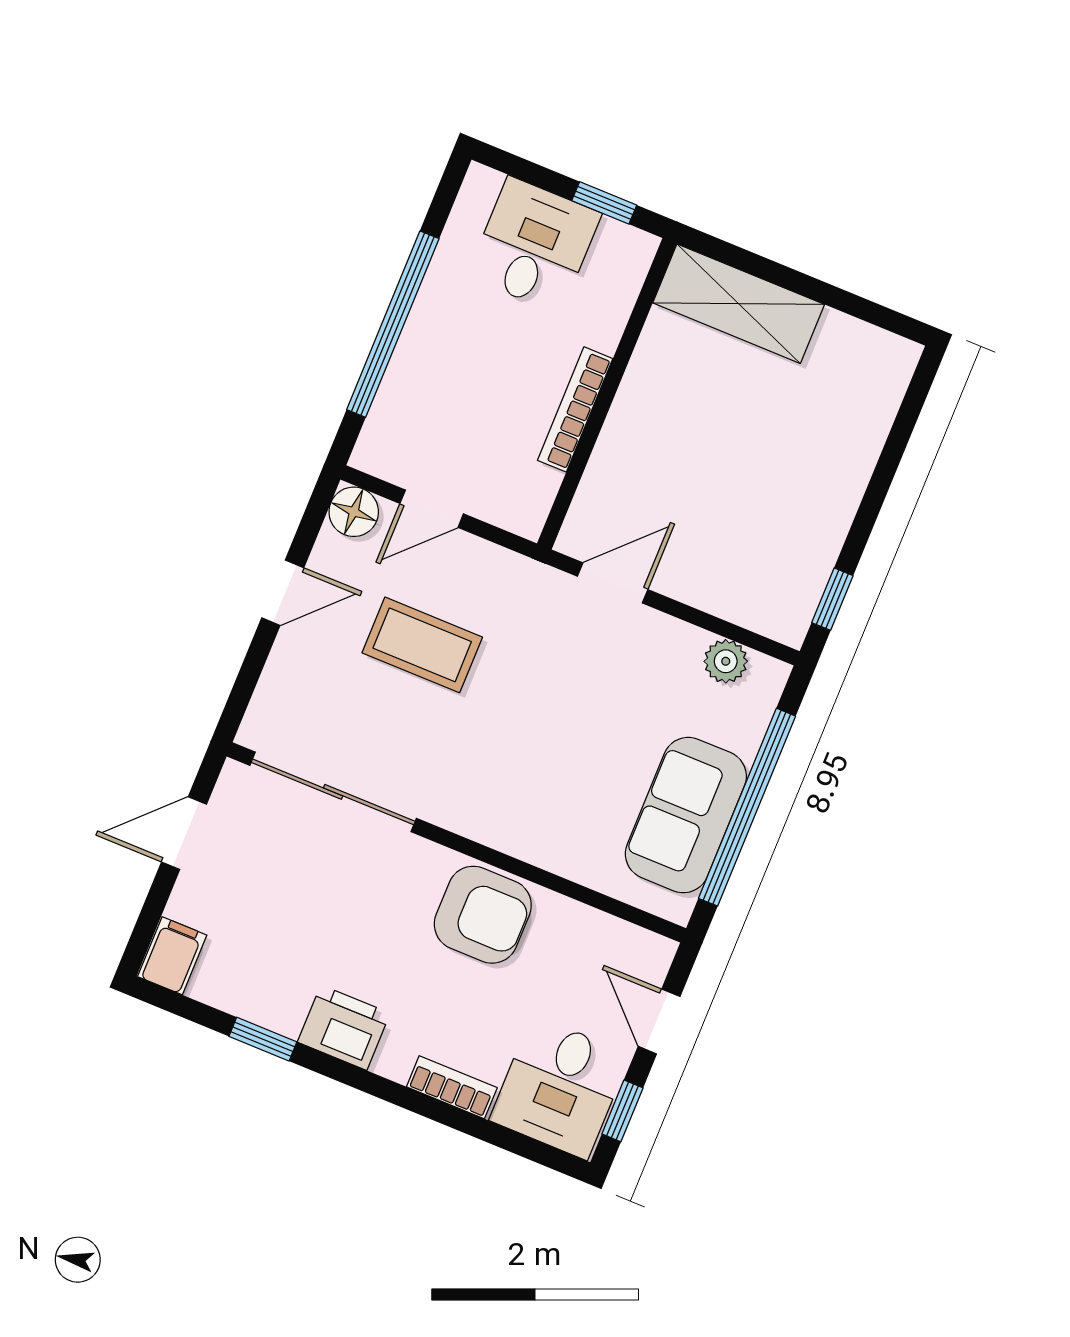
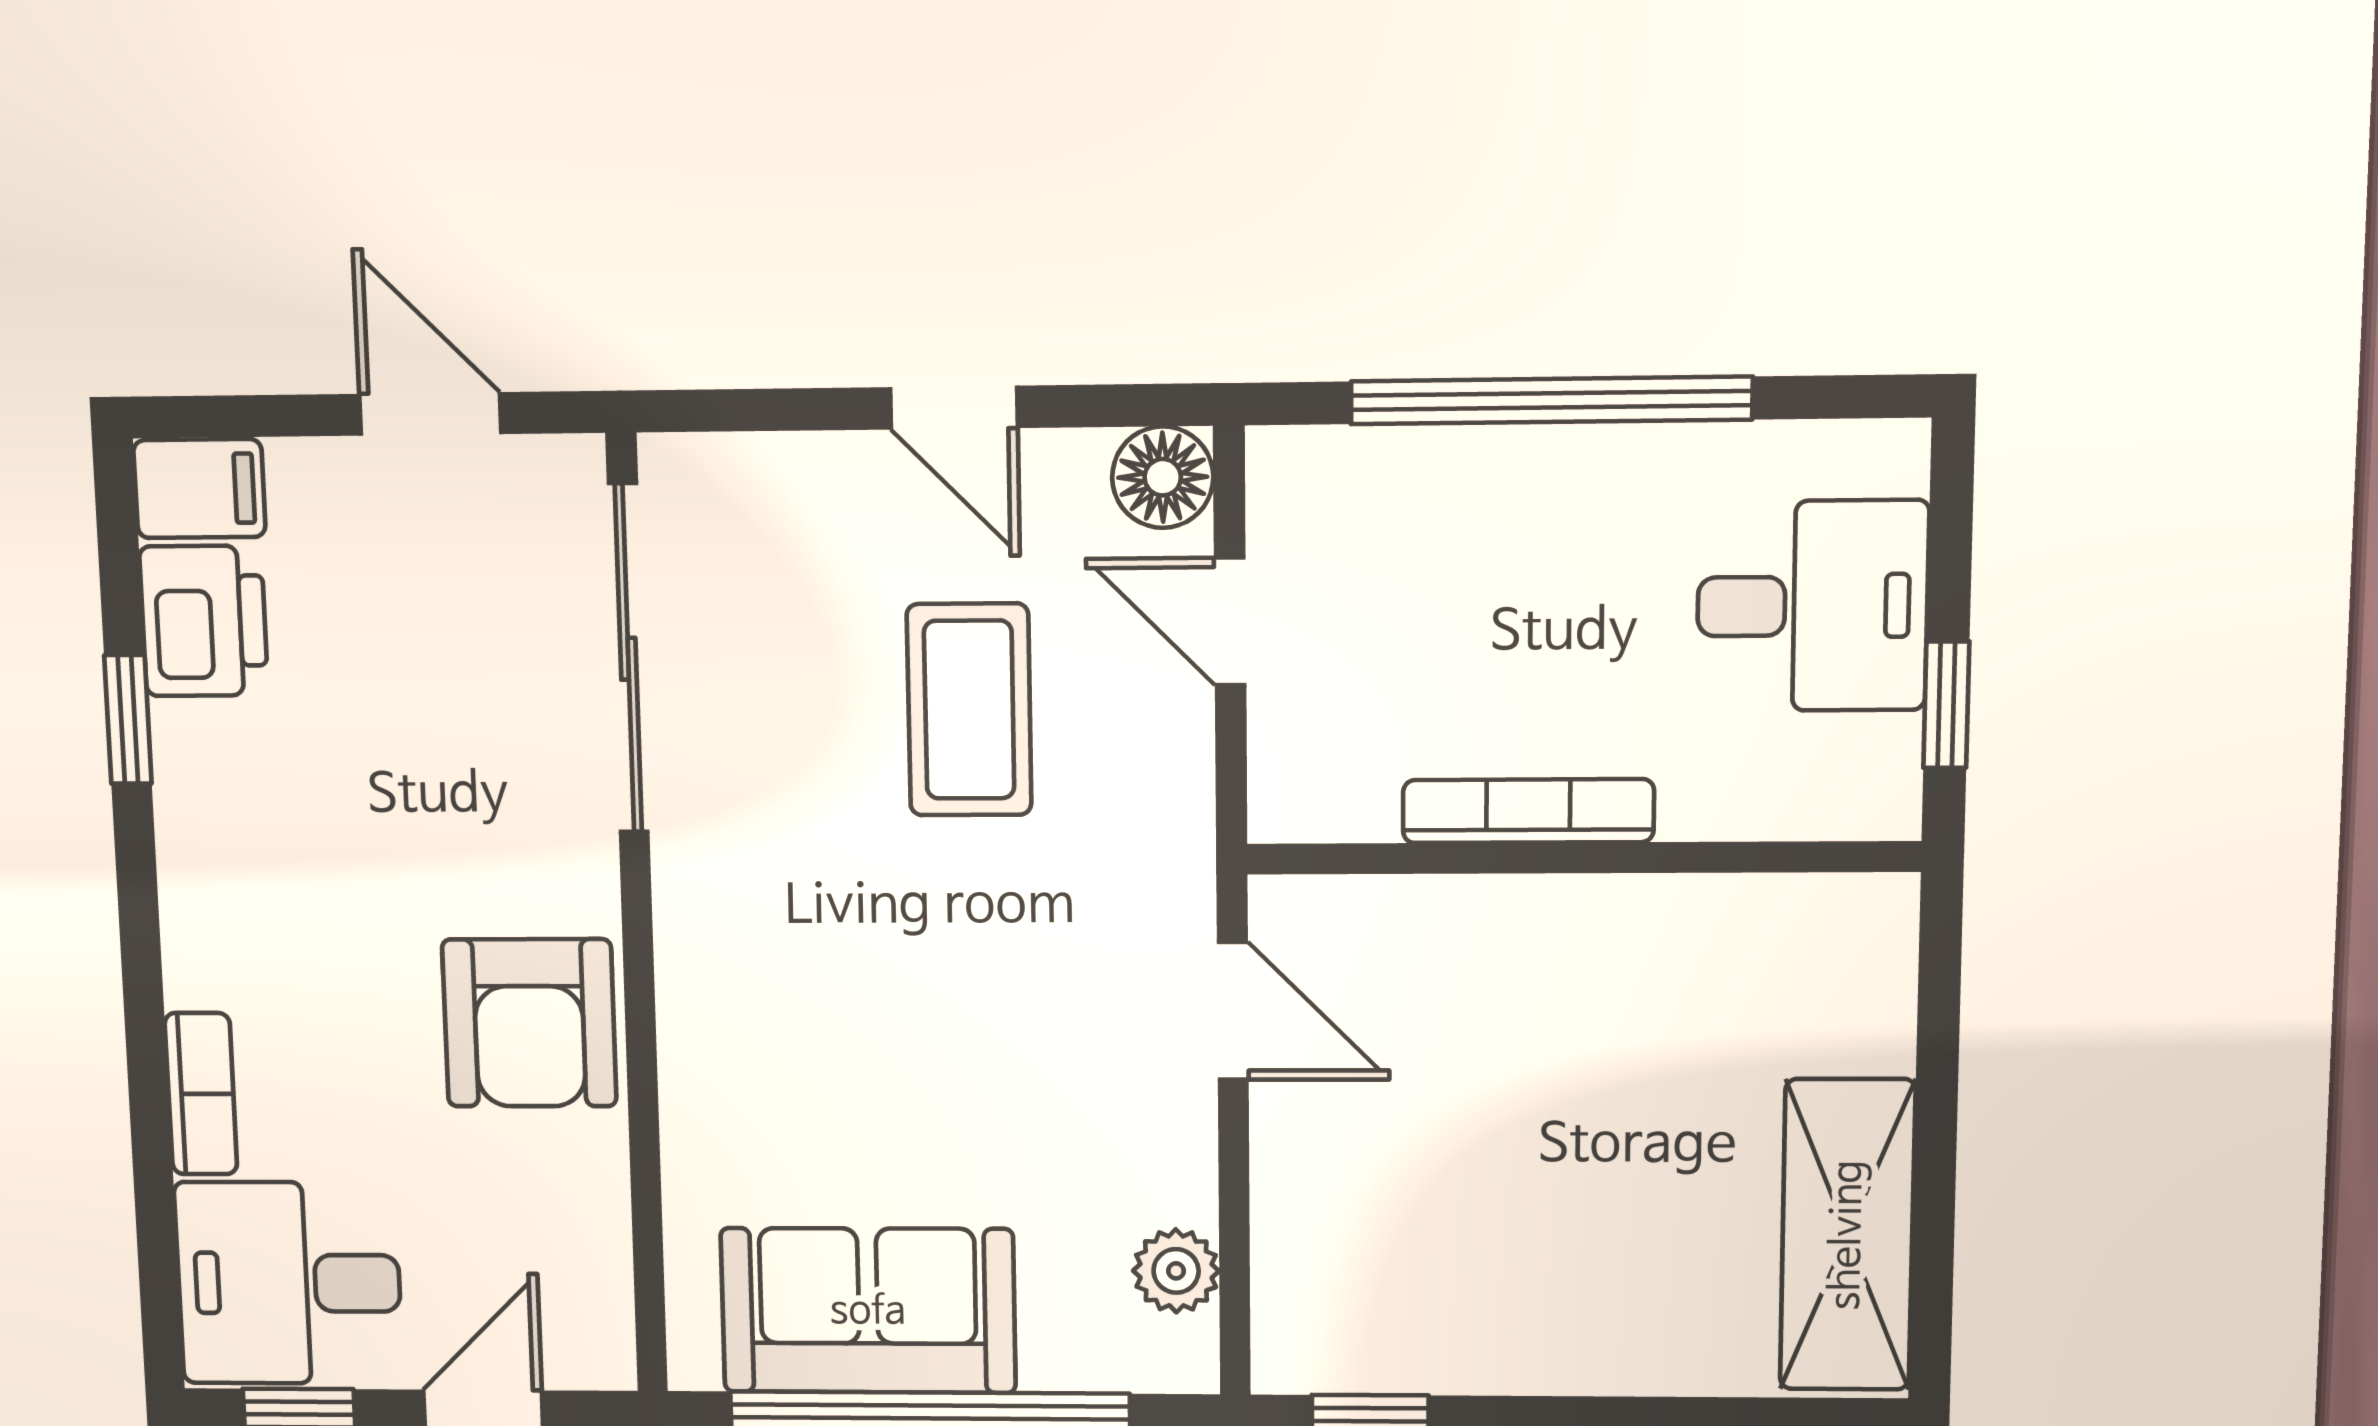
shelving: (739, 304) -> (1847, 1235), moved
printer: (344, 1028) -> (204, 621), moved

